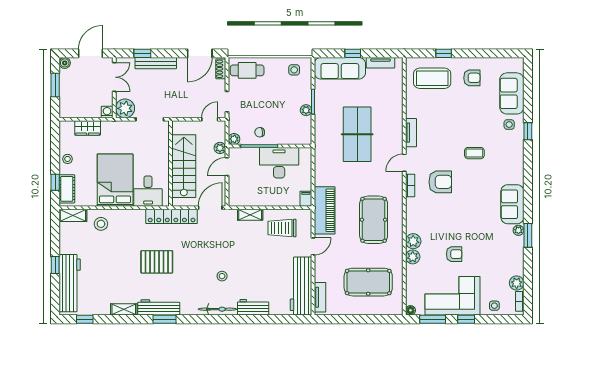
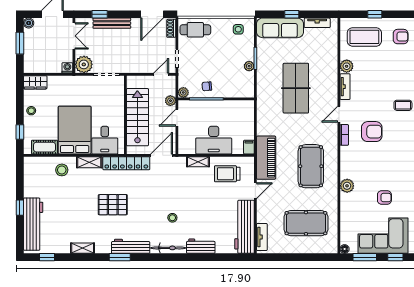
wardrobe: (88, 128) -> (35, 82), moved
desk: (279, 163) -> (214, 140), moved, turned 180
cot: (67, 189) -> (45, 147), moved, turned 90
shelving: (73, 215) -> (89, 162), moved
plant: (413, 257) -> (347, 66), moved
workbench: (159, 307) -> (131, 246), moved

